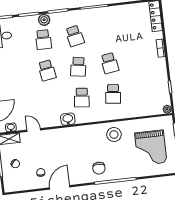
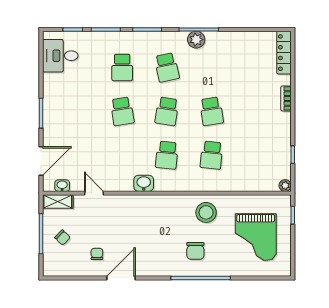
plant: (44, 20) -> (196, 40), moved
chair: (99, 168) -> (195, 251), moved

